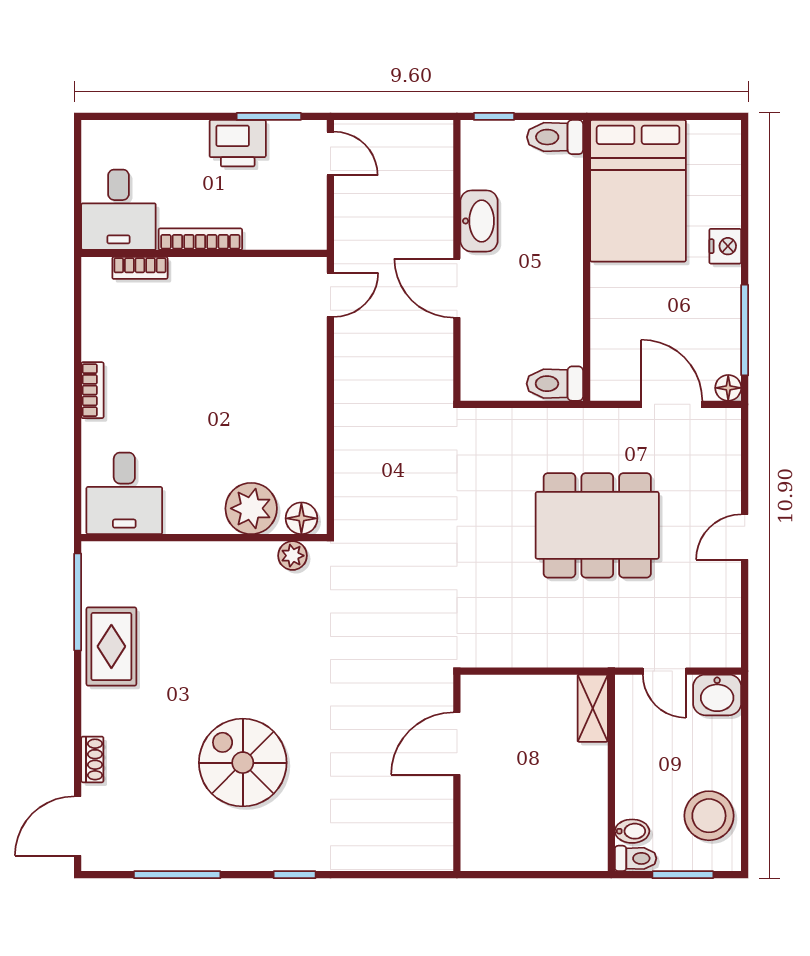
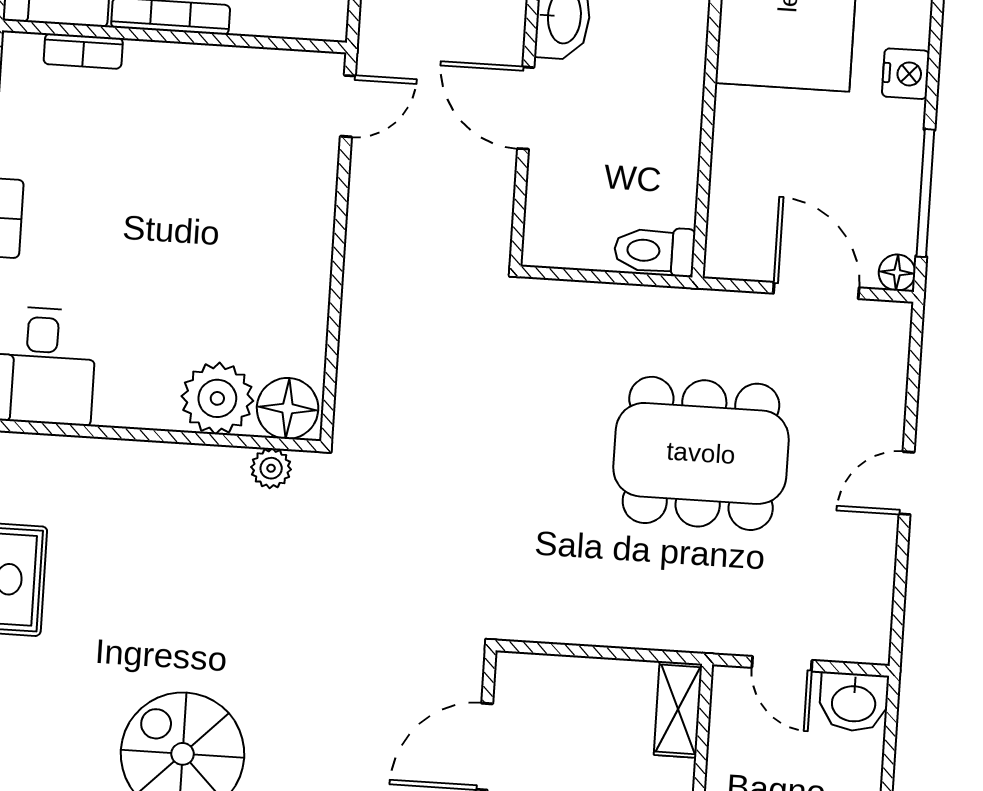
floor lamp: (301, 518) -> (288, 408), width x1.38, depth x1.38

